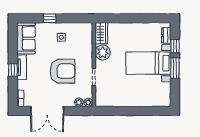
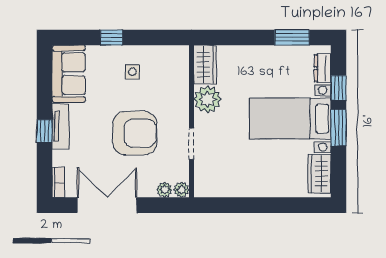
window: (149, 18) -> (292, 37), added
wardrobe: (164, 94) -> (319, 174), added
double door: (47, 111) -> (107, 205), swing flipped

